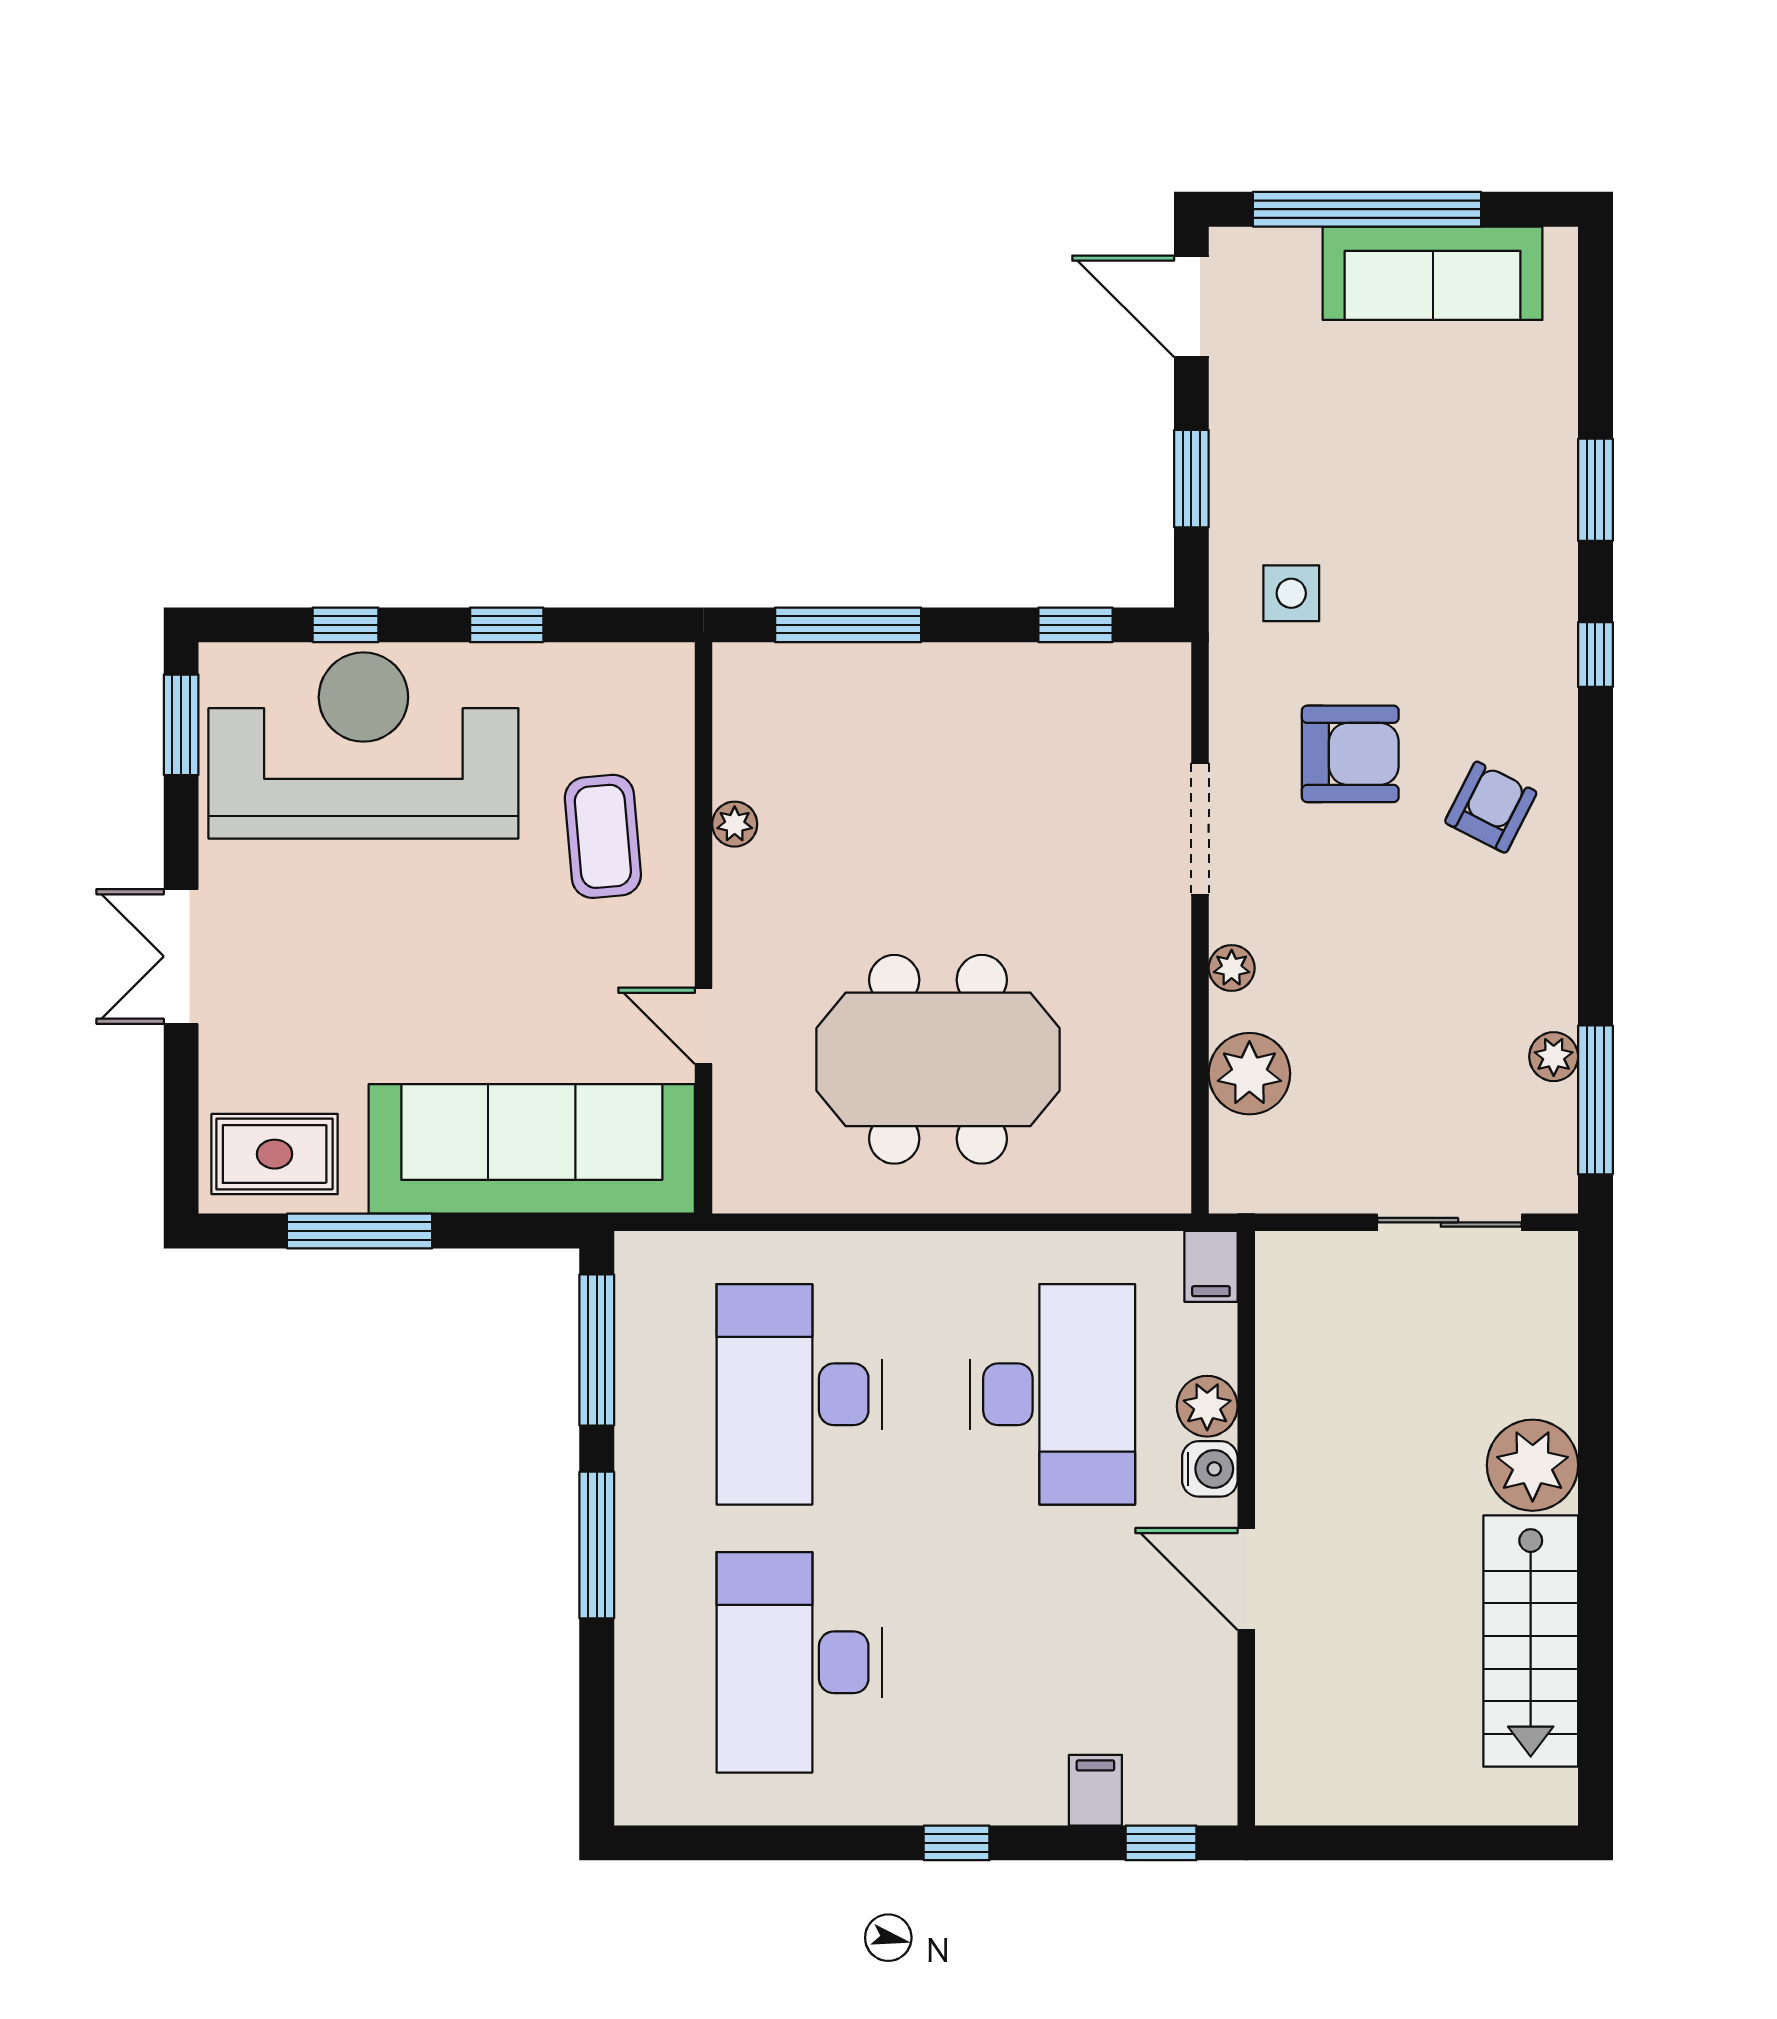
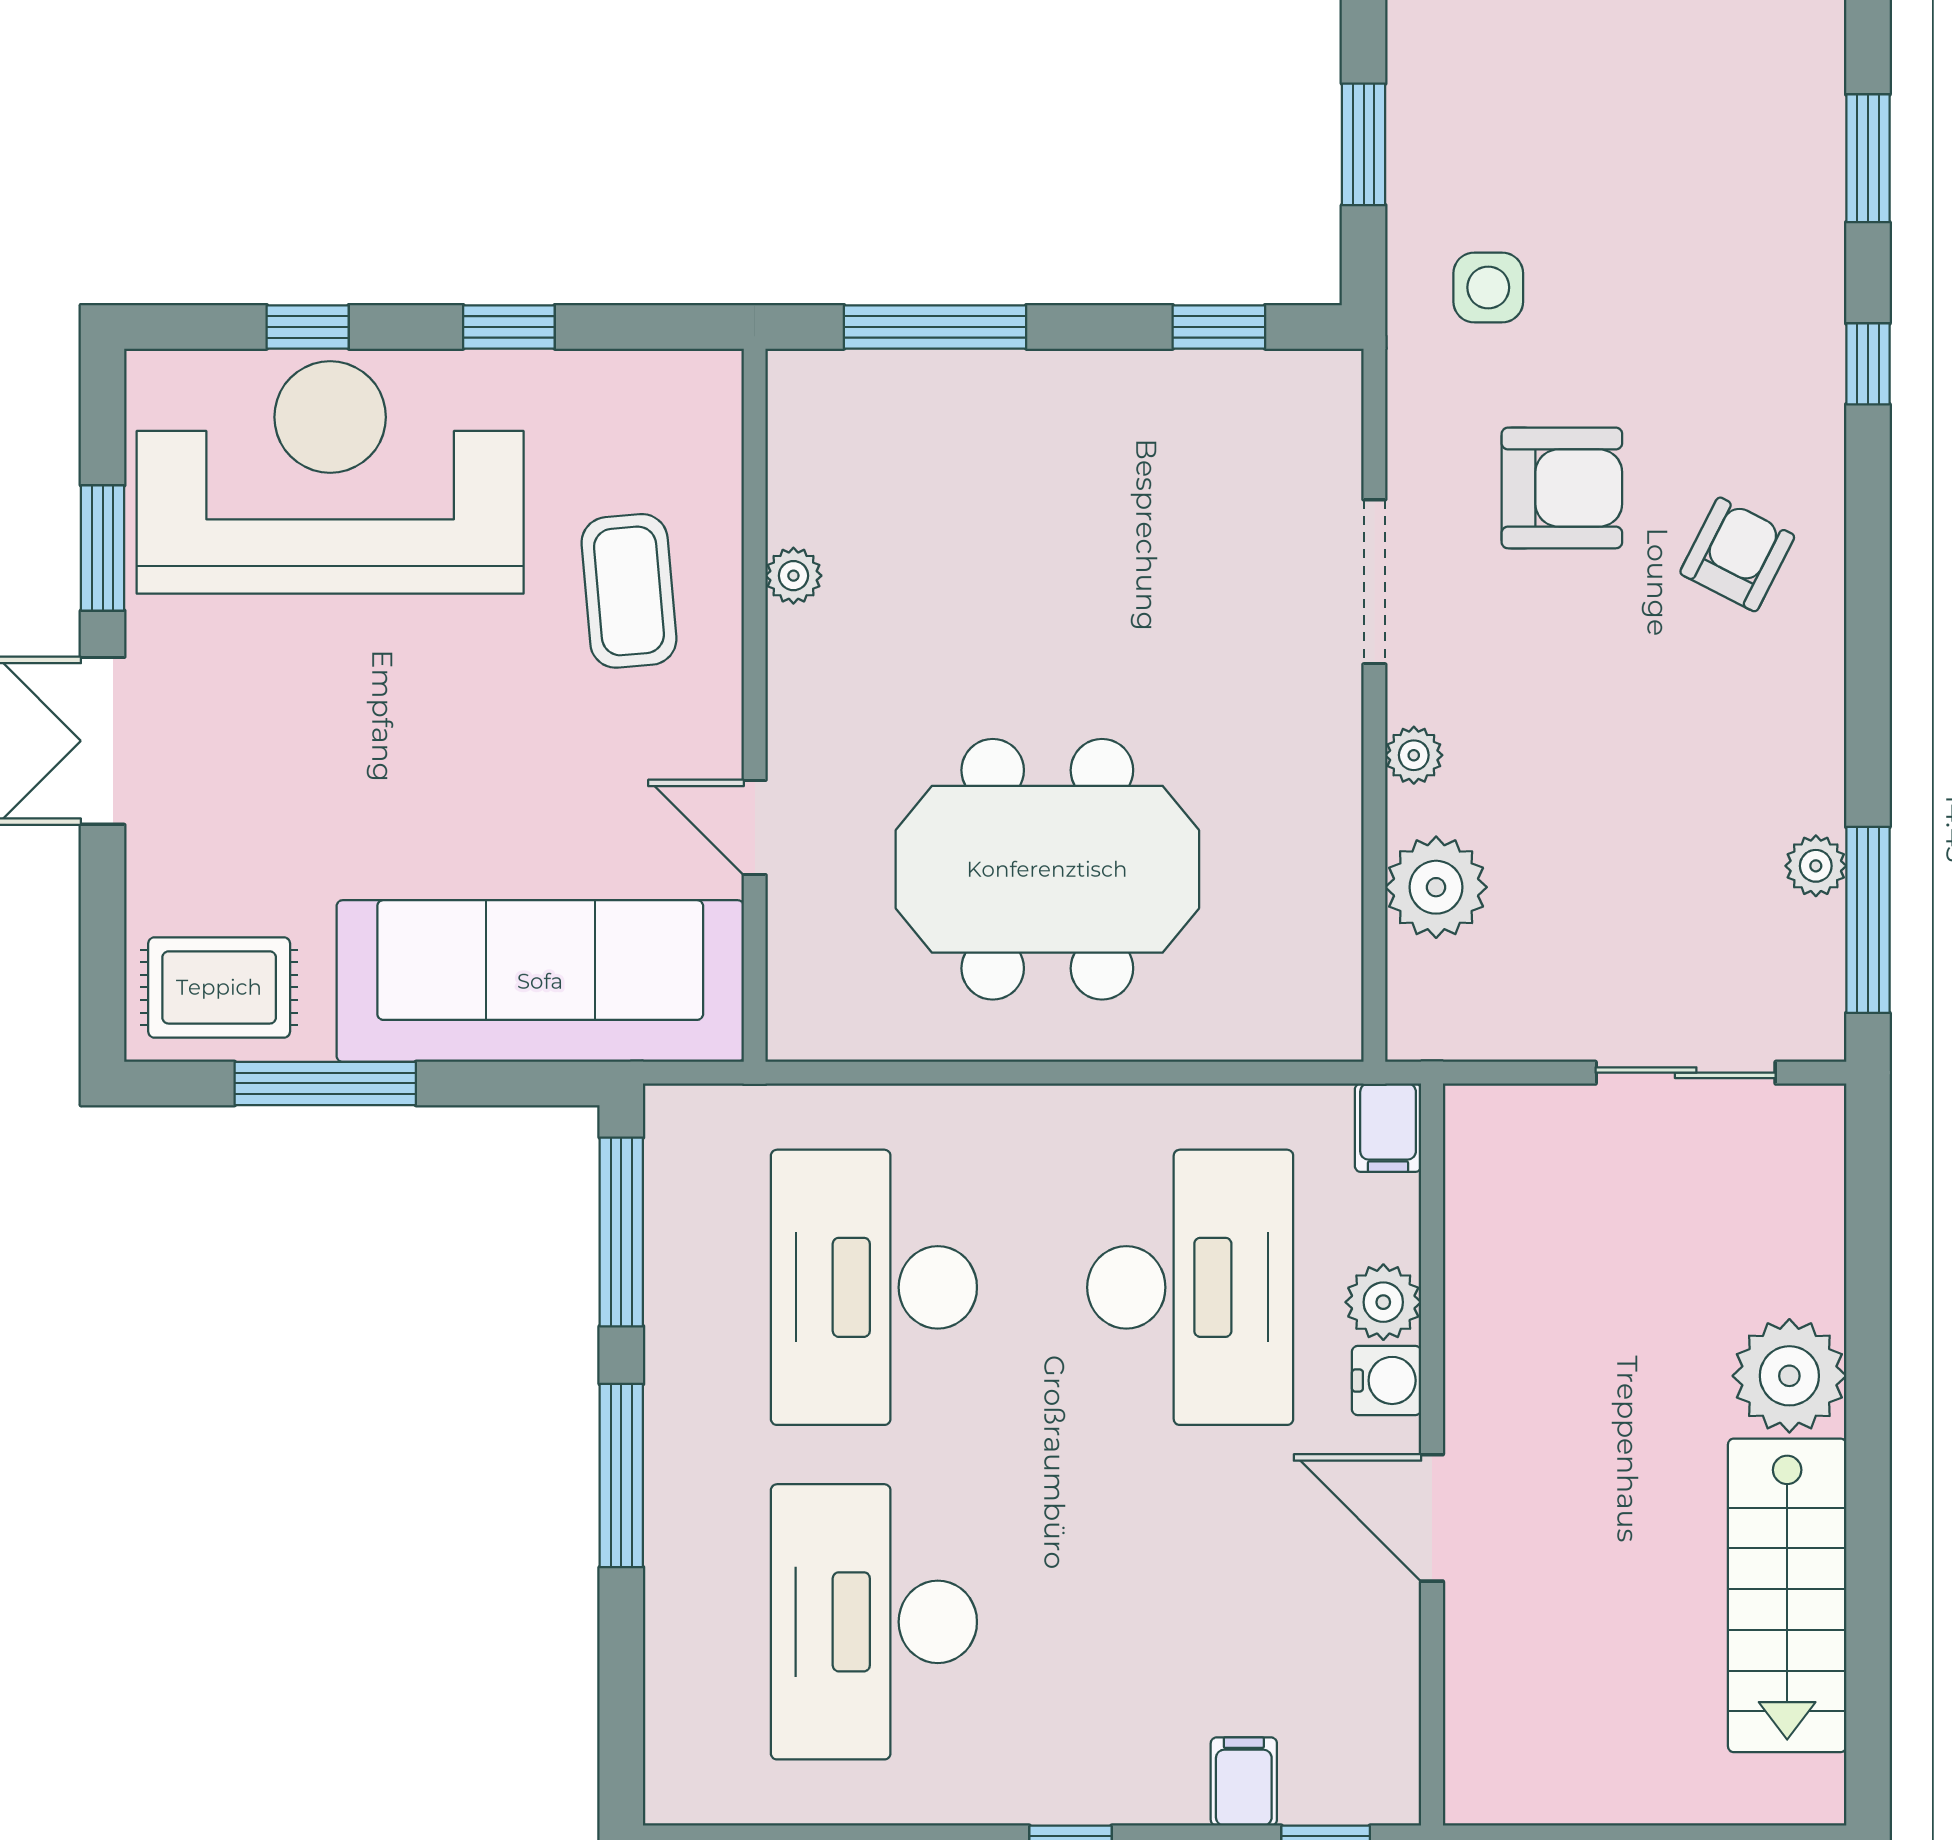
window: (181, 725) -> (103, 548), moved

